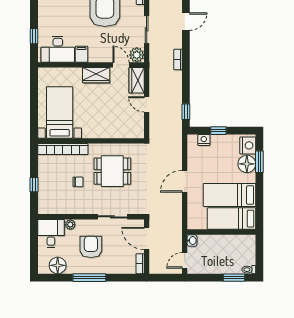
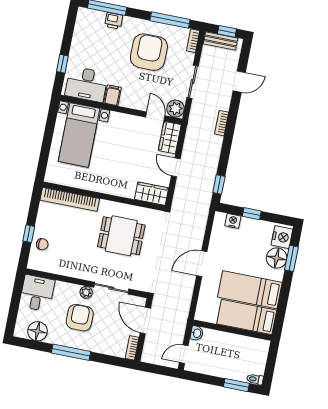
wardrobe: (96, 75) -> (152, 194), moved, turned 180
bed with nightstands: (60, 112) -> (79, 135), moved, turned 180
chair: (78, 182) -> (42, 244), moved
plant: (70, 225) -> (86, 292), moved

